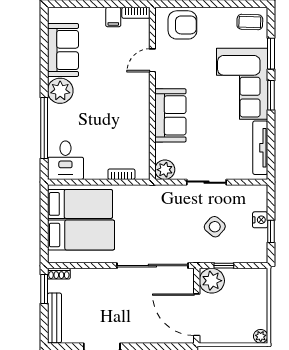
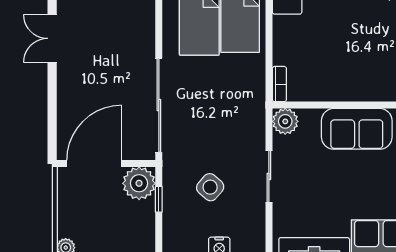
bookcase: (121, 174) -> (279, 84), moved

